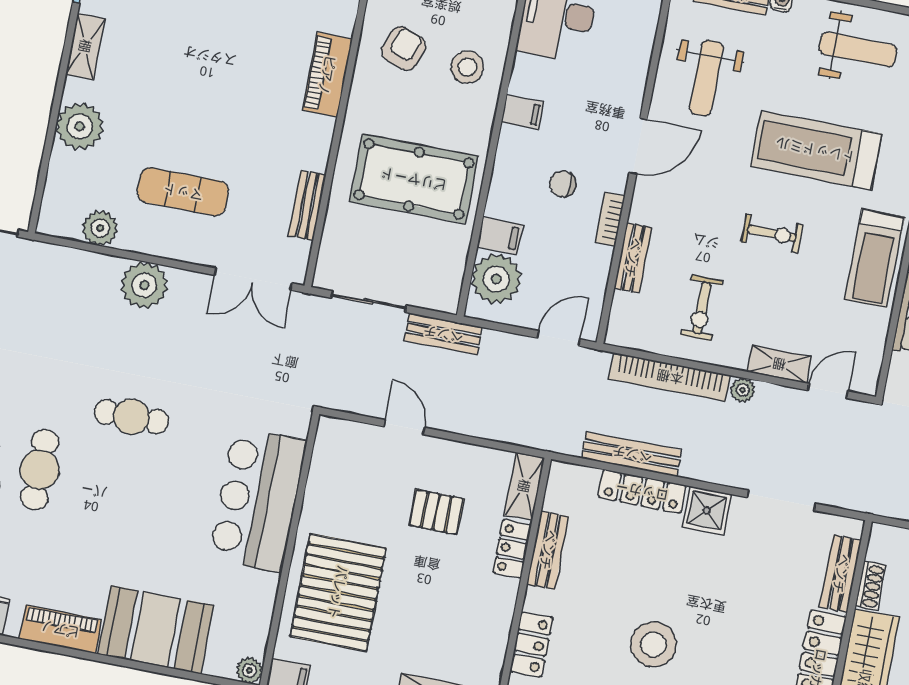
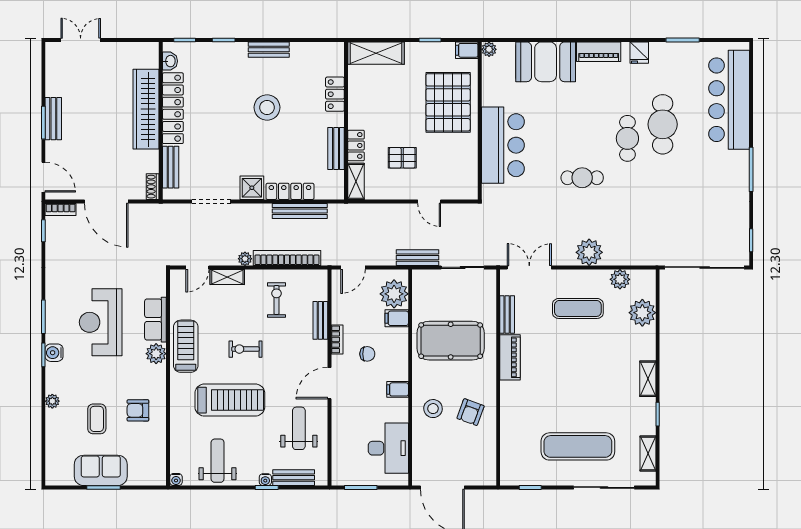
weight bench: (858, 50) -> (218, 461), turned 90
piano: (327, 75) -> (510, 357), moved
plant: (80, 126) -> (642, 313), moved
shoe rack: (870, 586) -> (153, 187), moved

